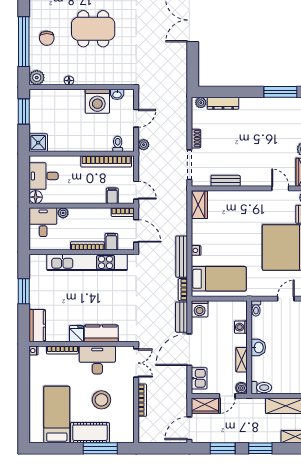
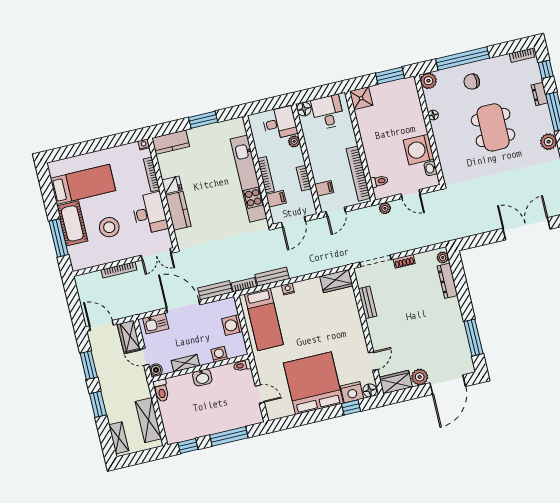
bookcase: (123, 212) -> (304, 178), moved
bench: (182, 257) -> (272, 277), width x0.73
washing machine: (200, 309) -> (232, 325), moved

